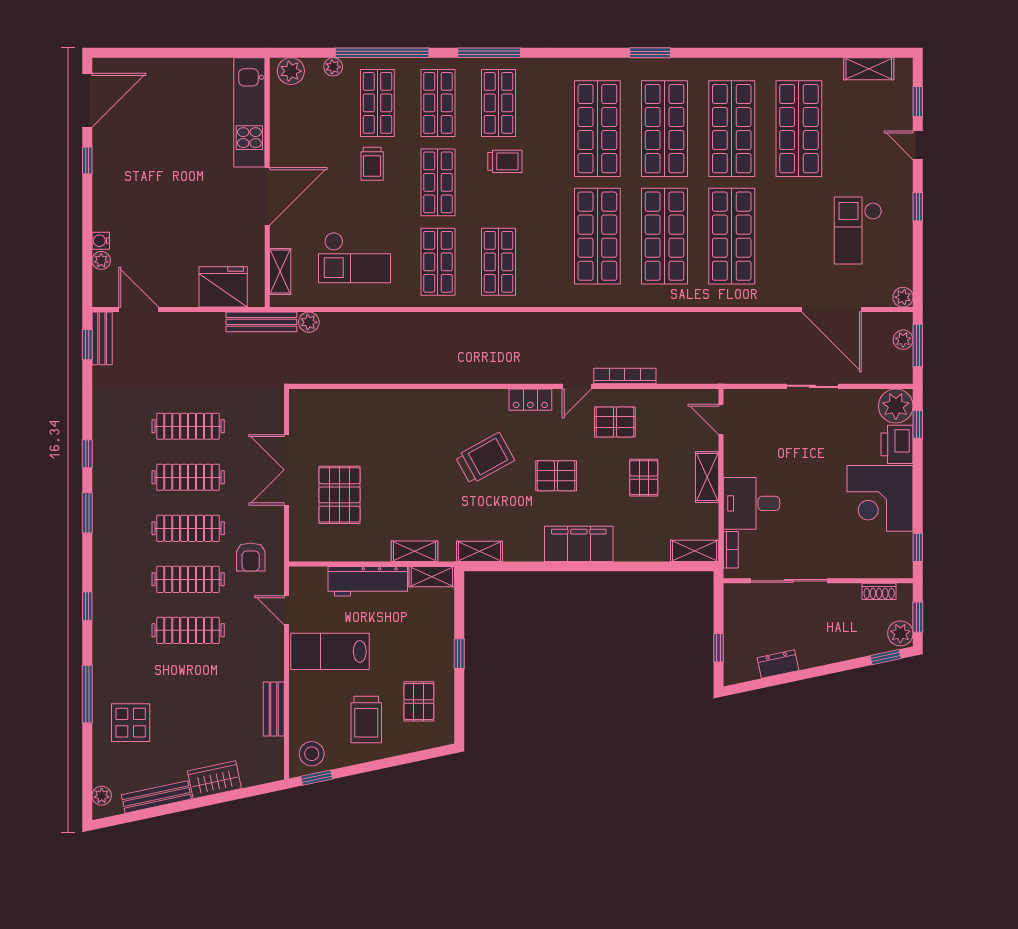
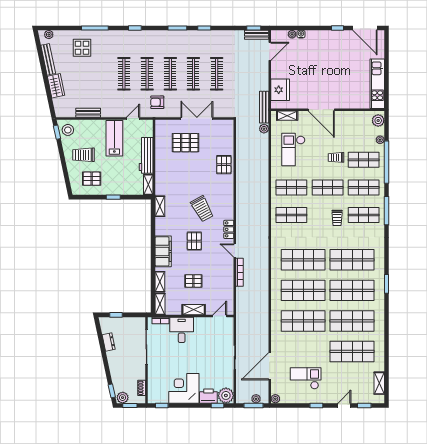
kitchen unit: (249, 112) -> (377, 84), moved, turned -90
pallet: (615, 422) -> (224, 165), moved
shelving: (415, 551) -> (160, 282), moved

